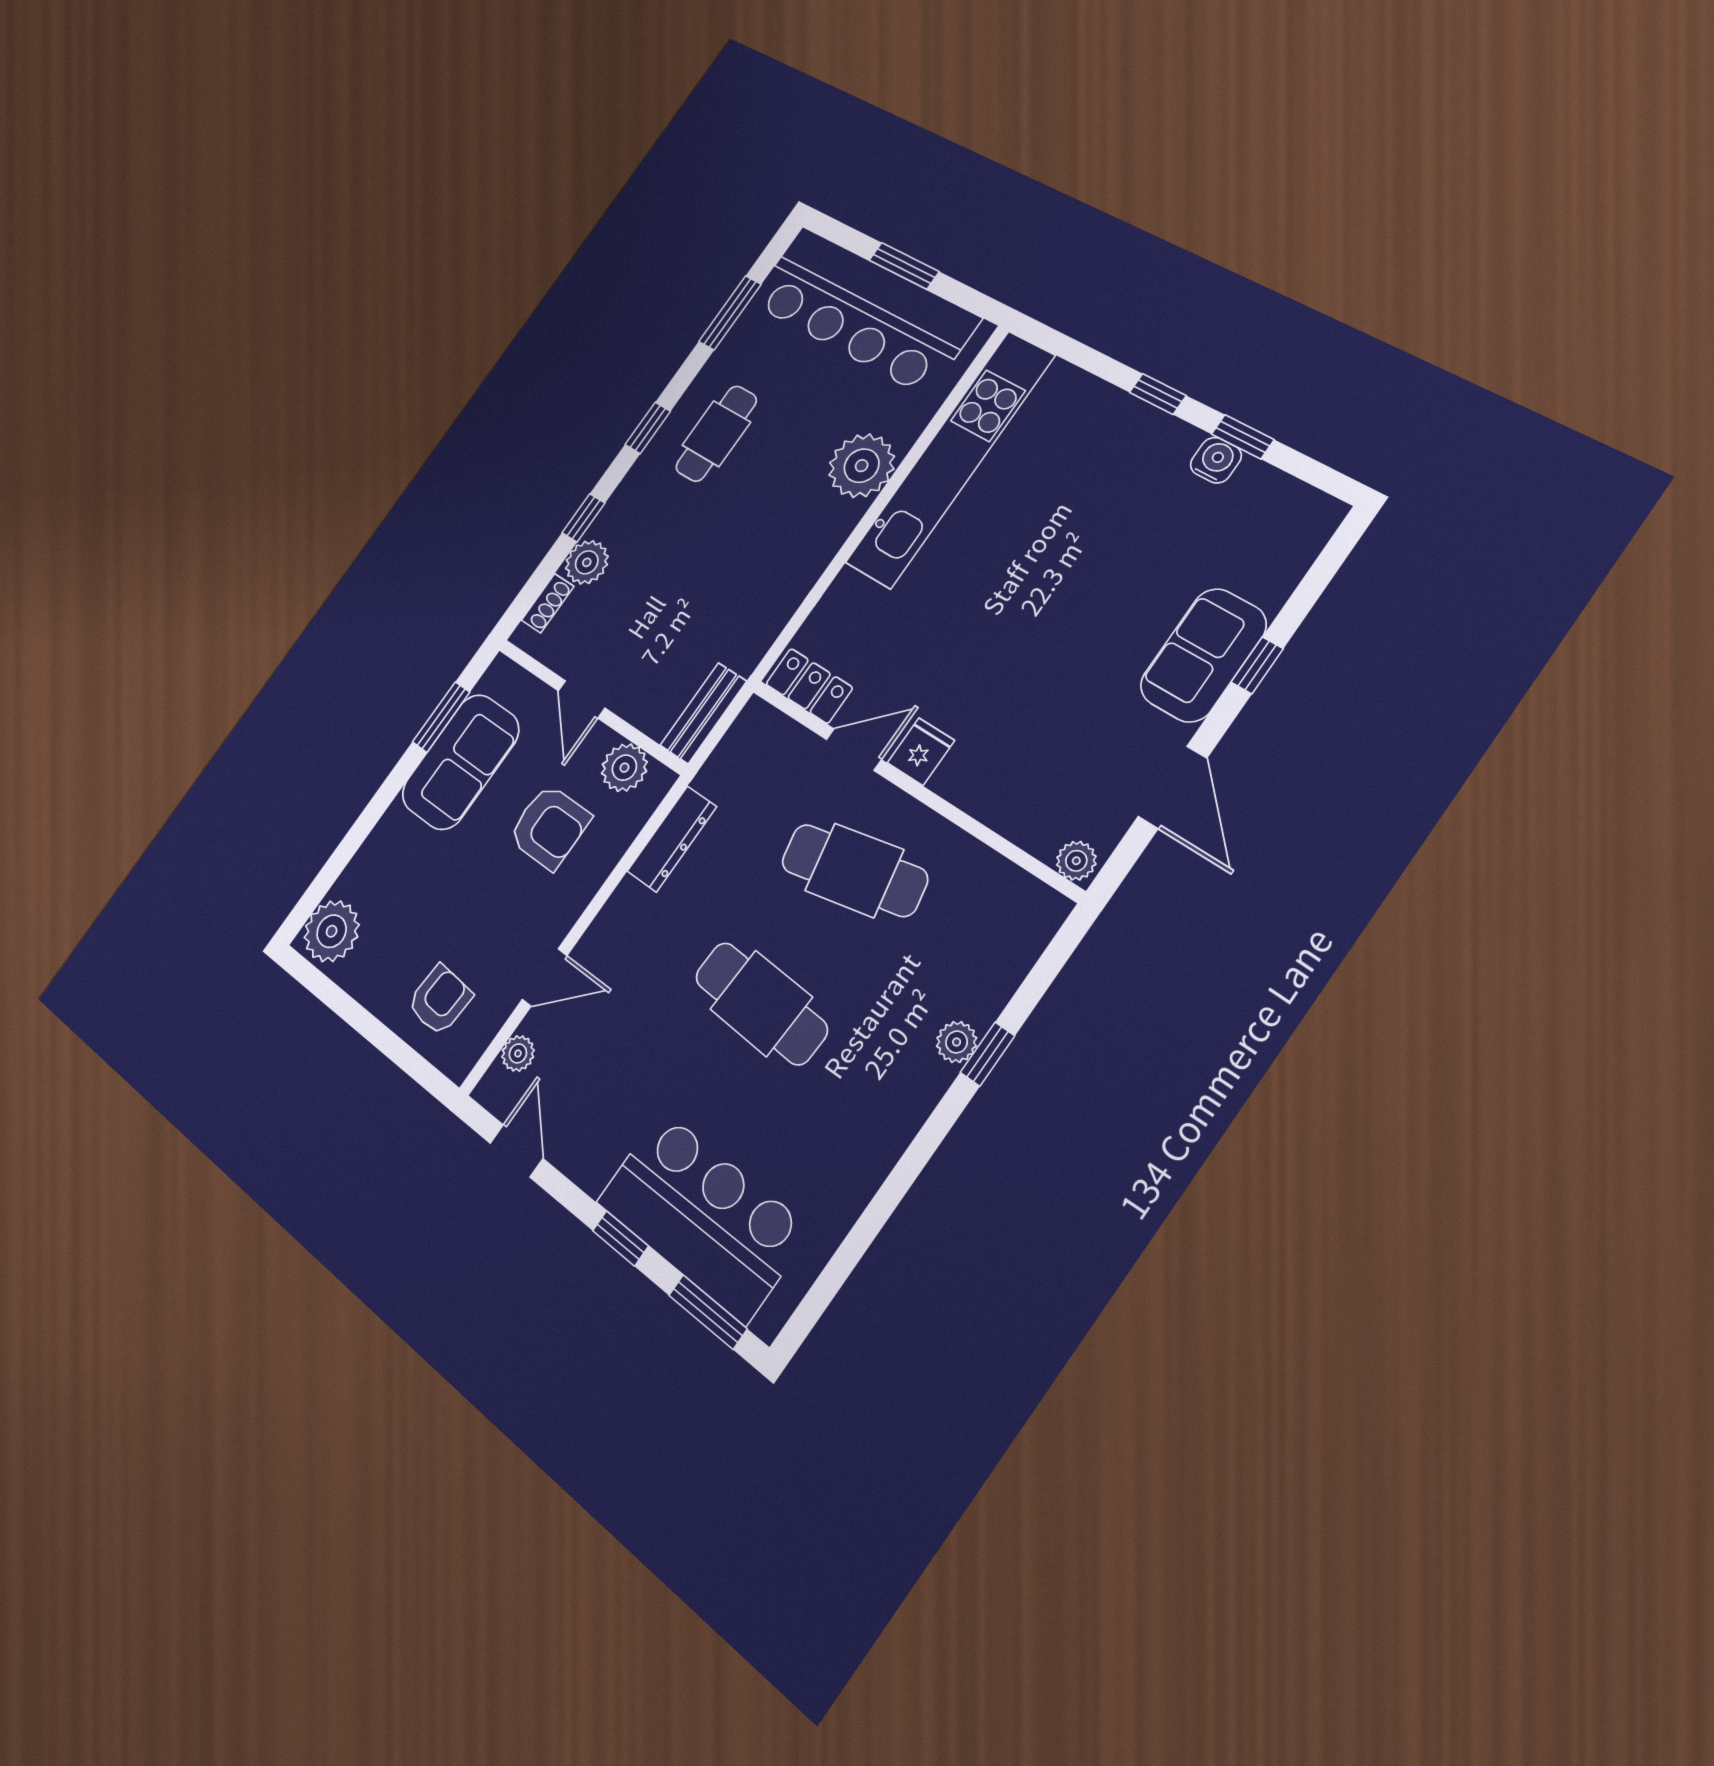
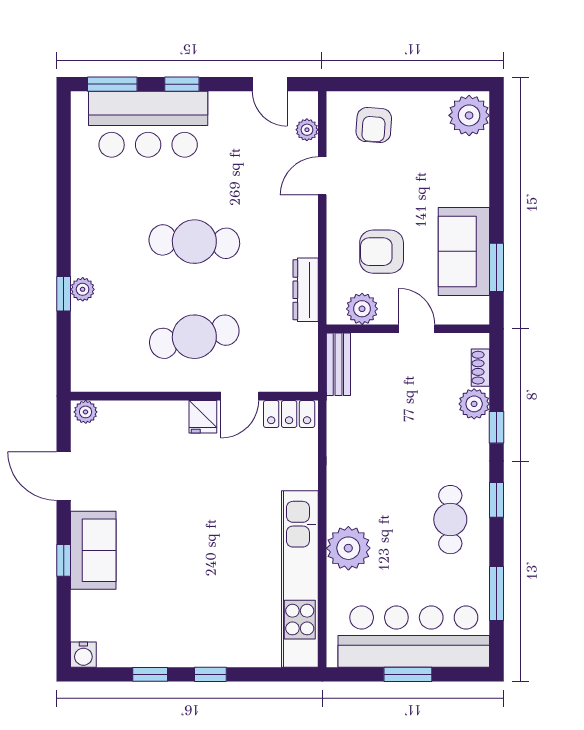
water cooler: (1216, 460) -> (83, 655), moved

